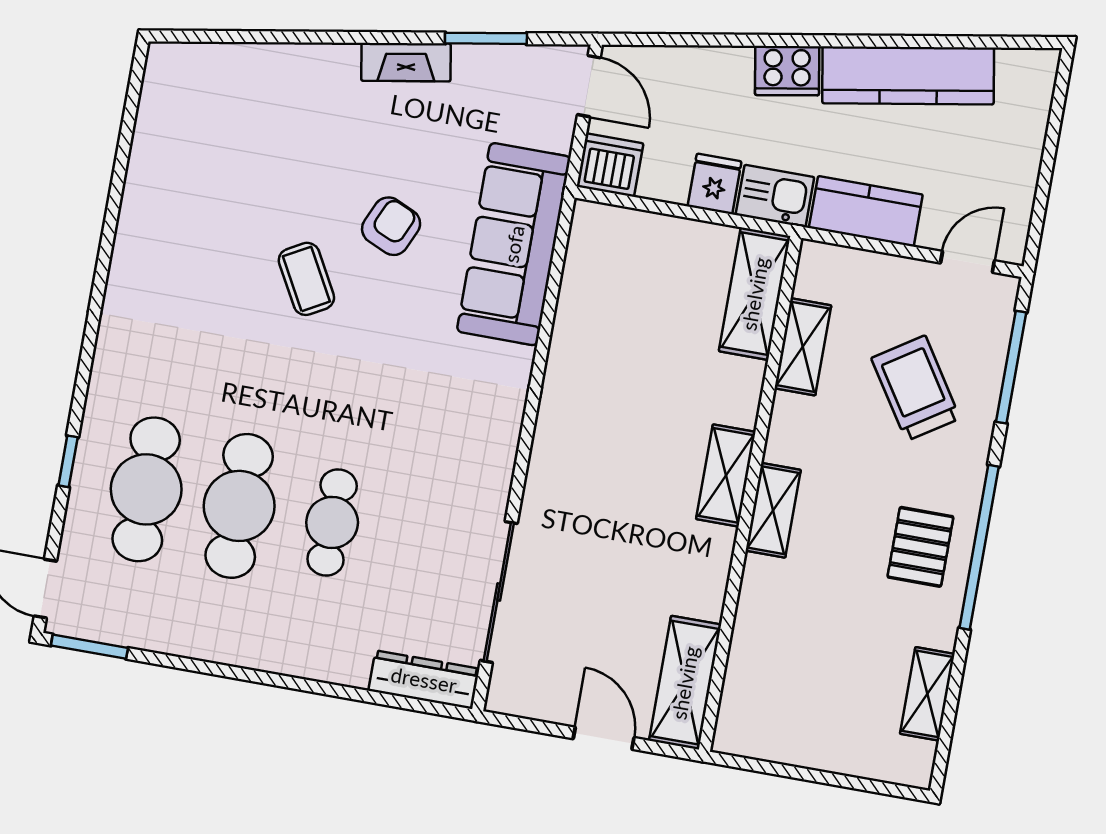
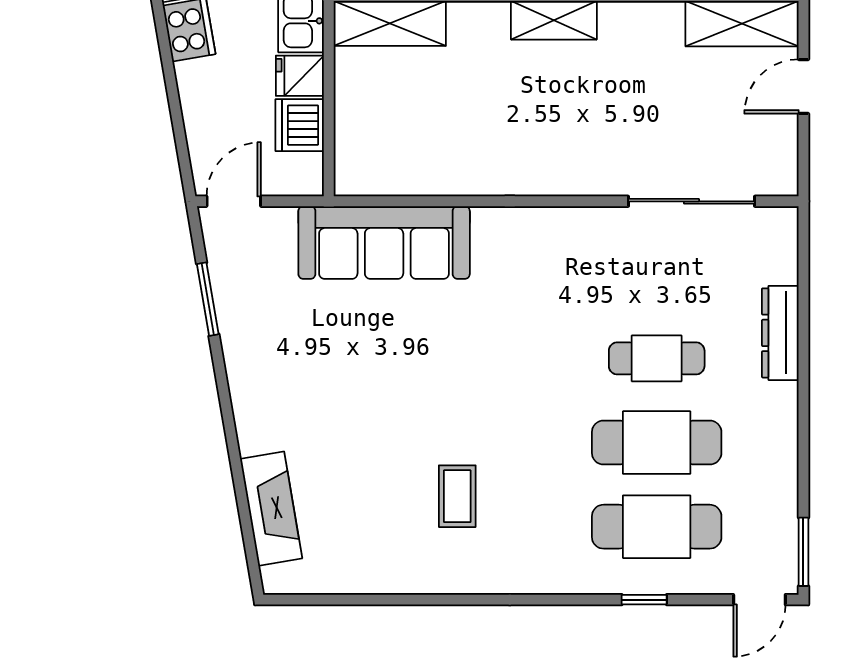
fireplace: (406, 62) -> (271, 509), moved, width x1.37, depth x1.32
dishwasher: (610, 165) -> (300, 125), moved
armchair: (391, 226) -> (387, 353), removed
coffee table: (306, 279) -> (457, 496), moved, turned -61
dresser: (424, 680) -> (780, 333), moved

